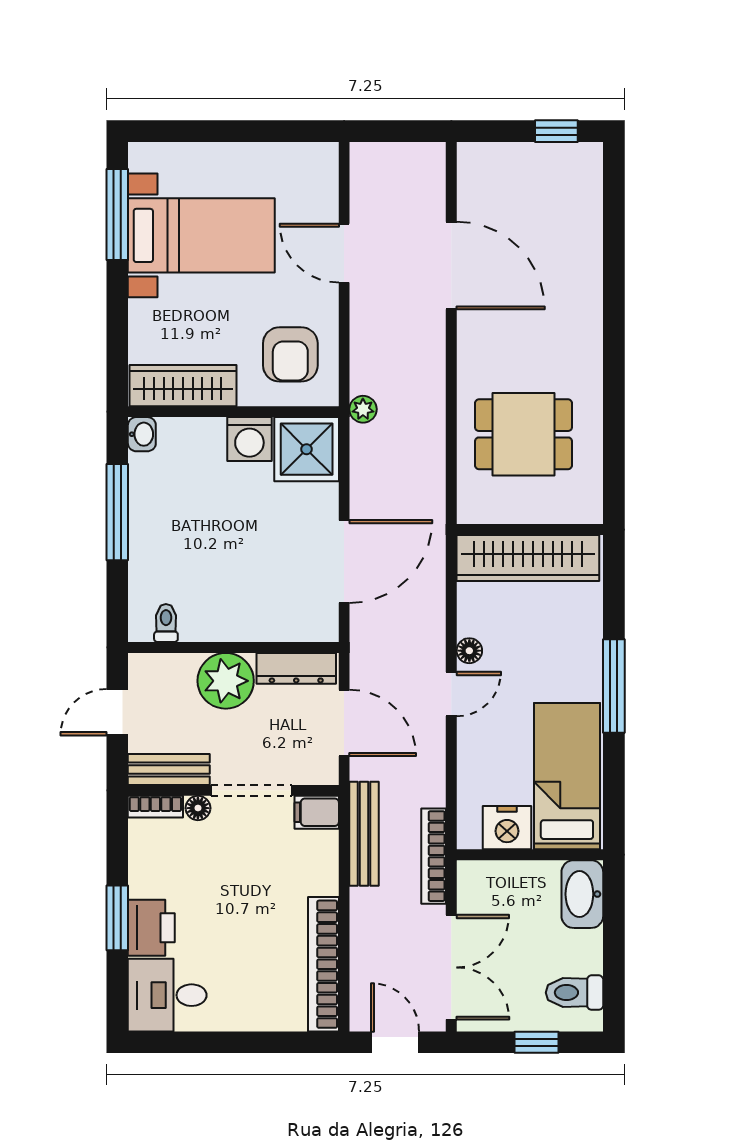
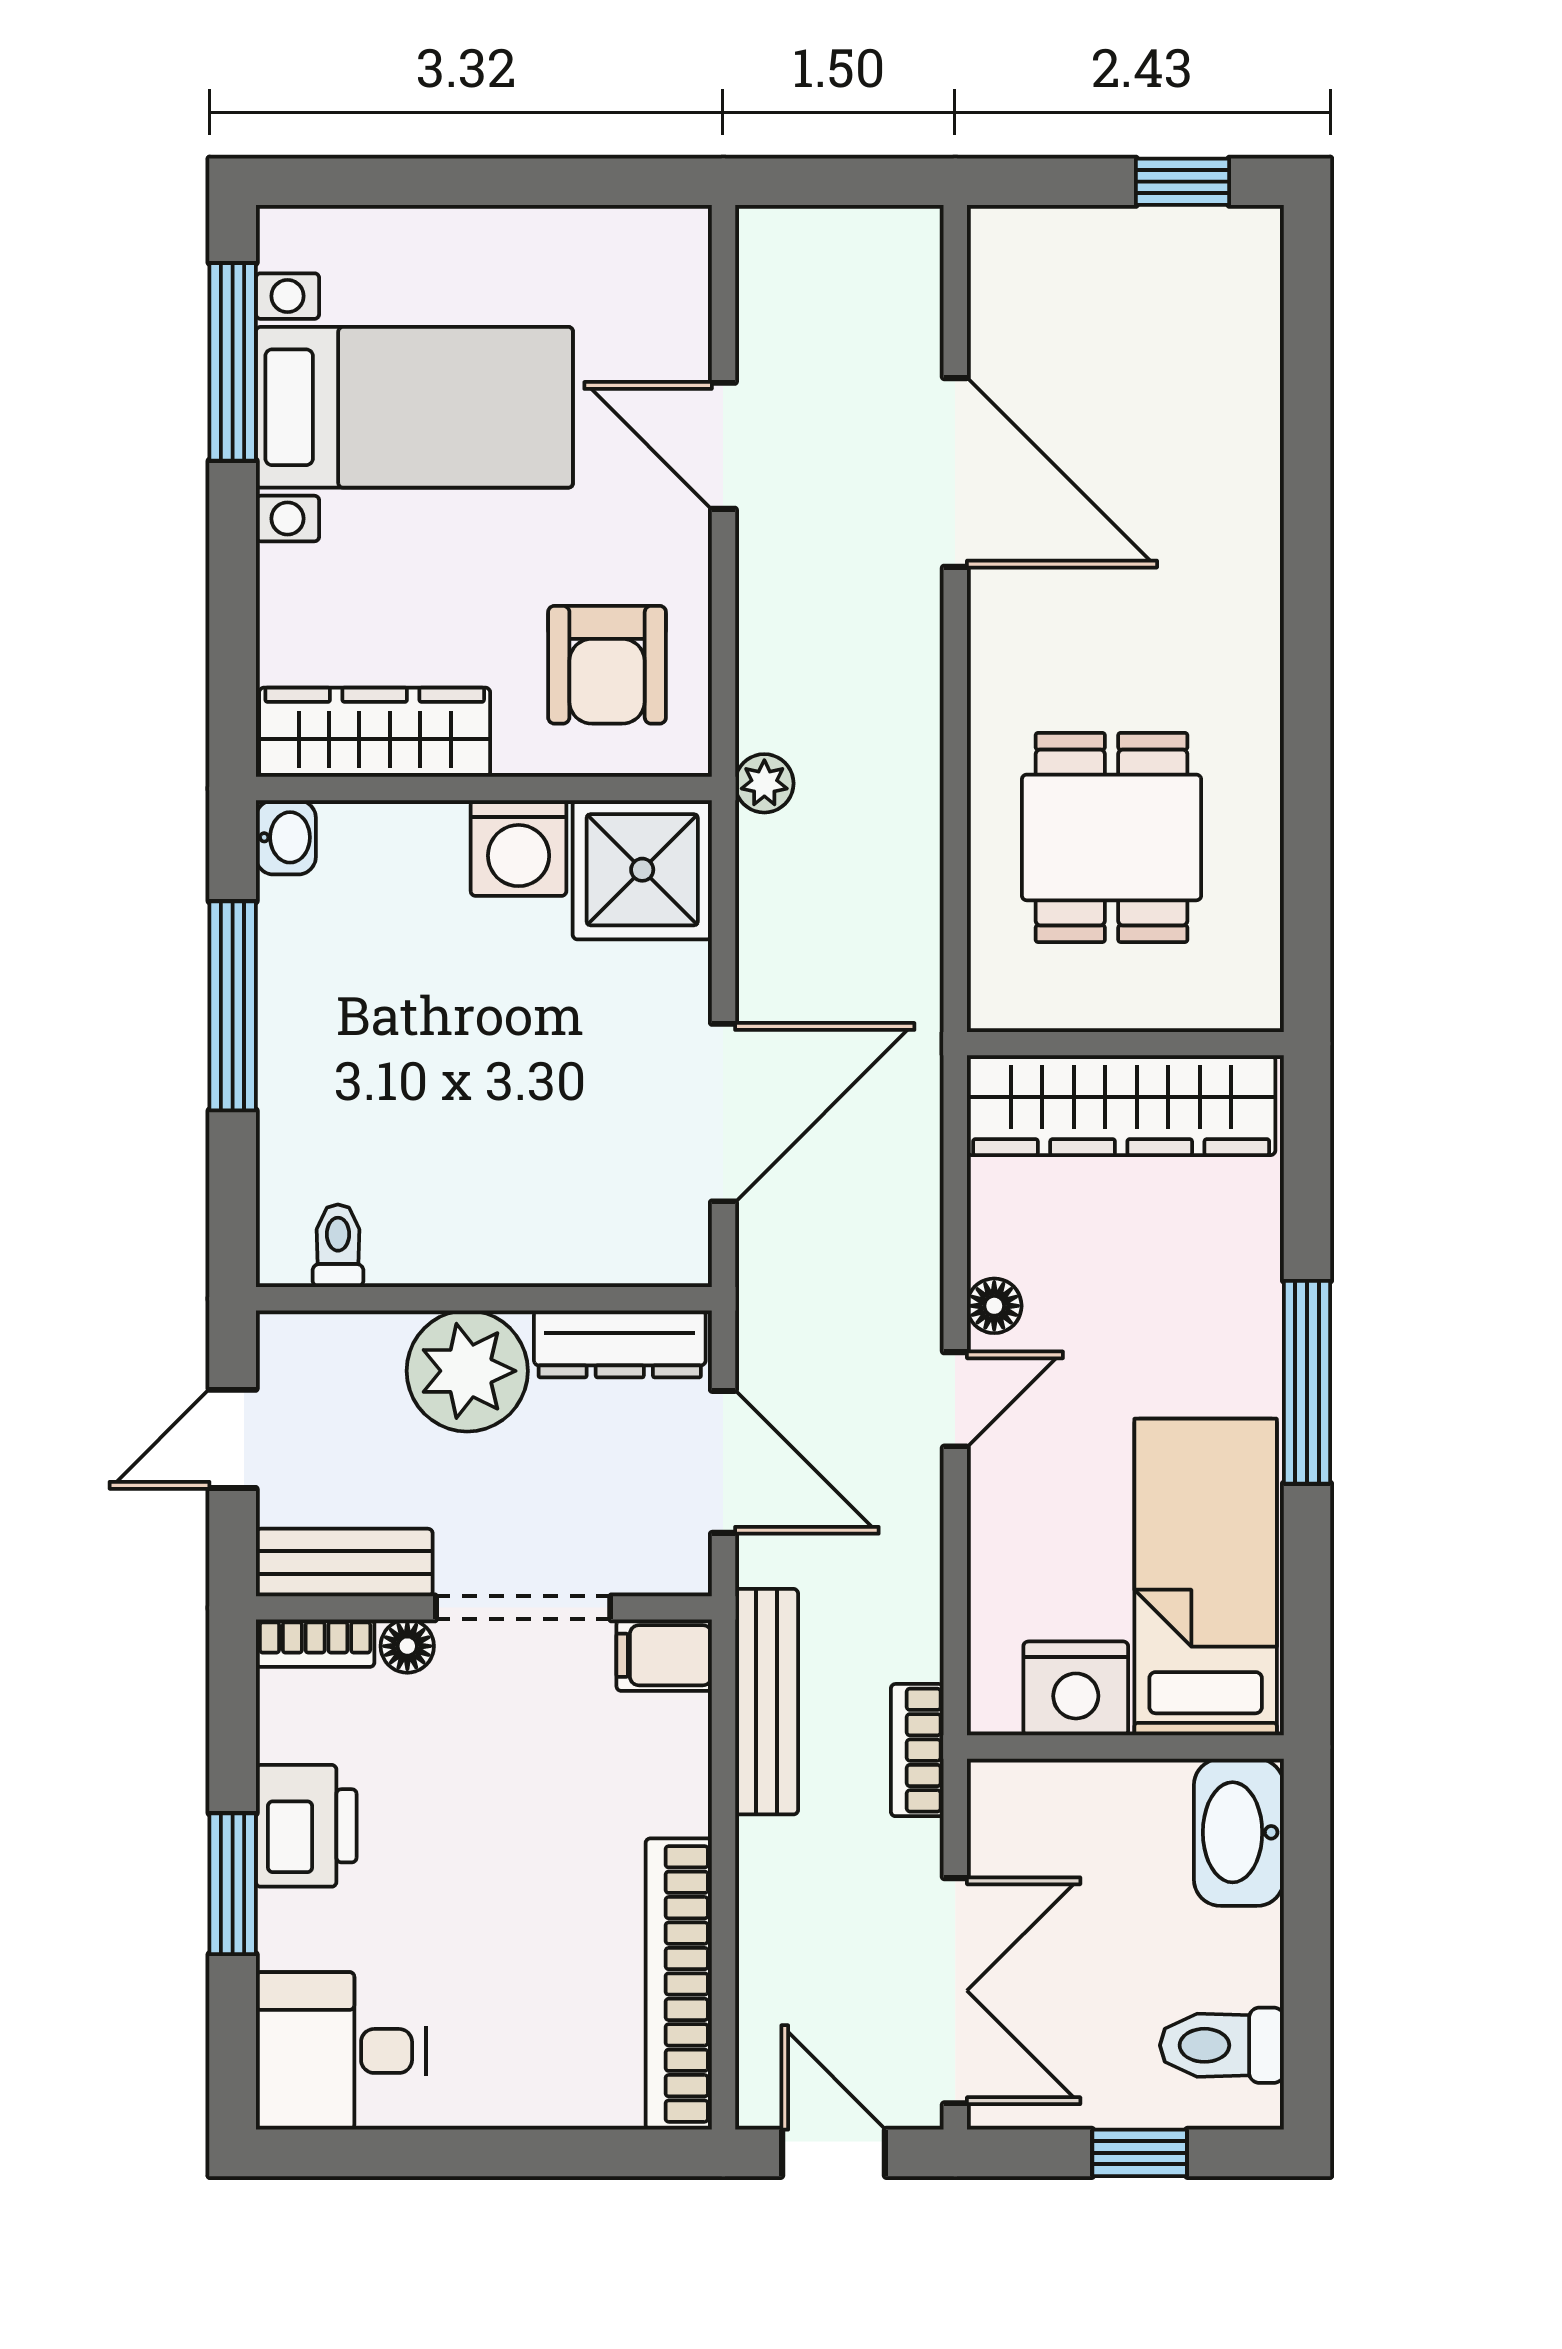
dining table: (524, 434) -> (1112, 837), turned 90
bookcase: (434, 856) -> (917, 1750), width x0.64
printer: (151, 928) -> (306, 1826), moved

